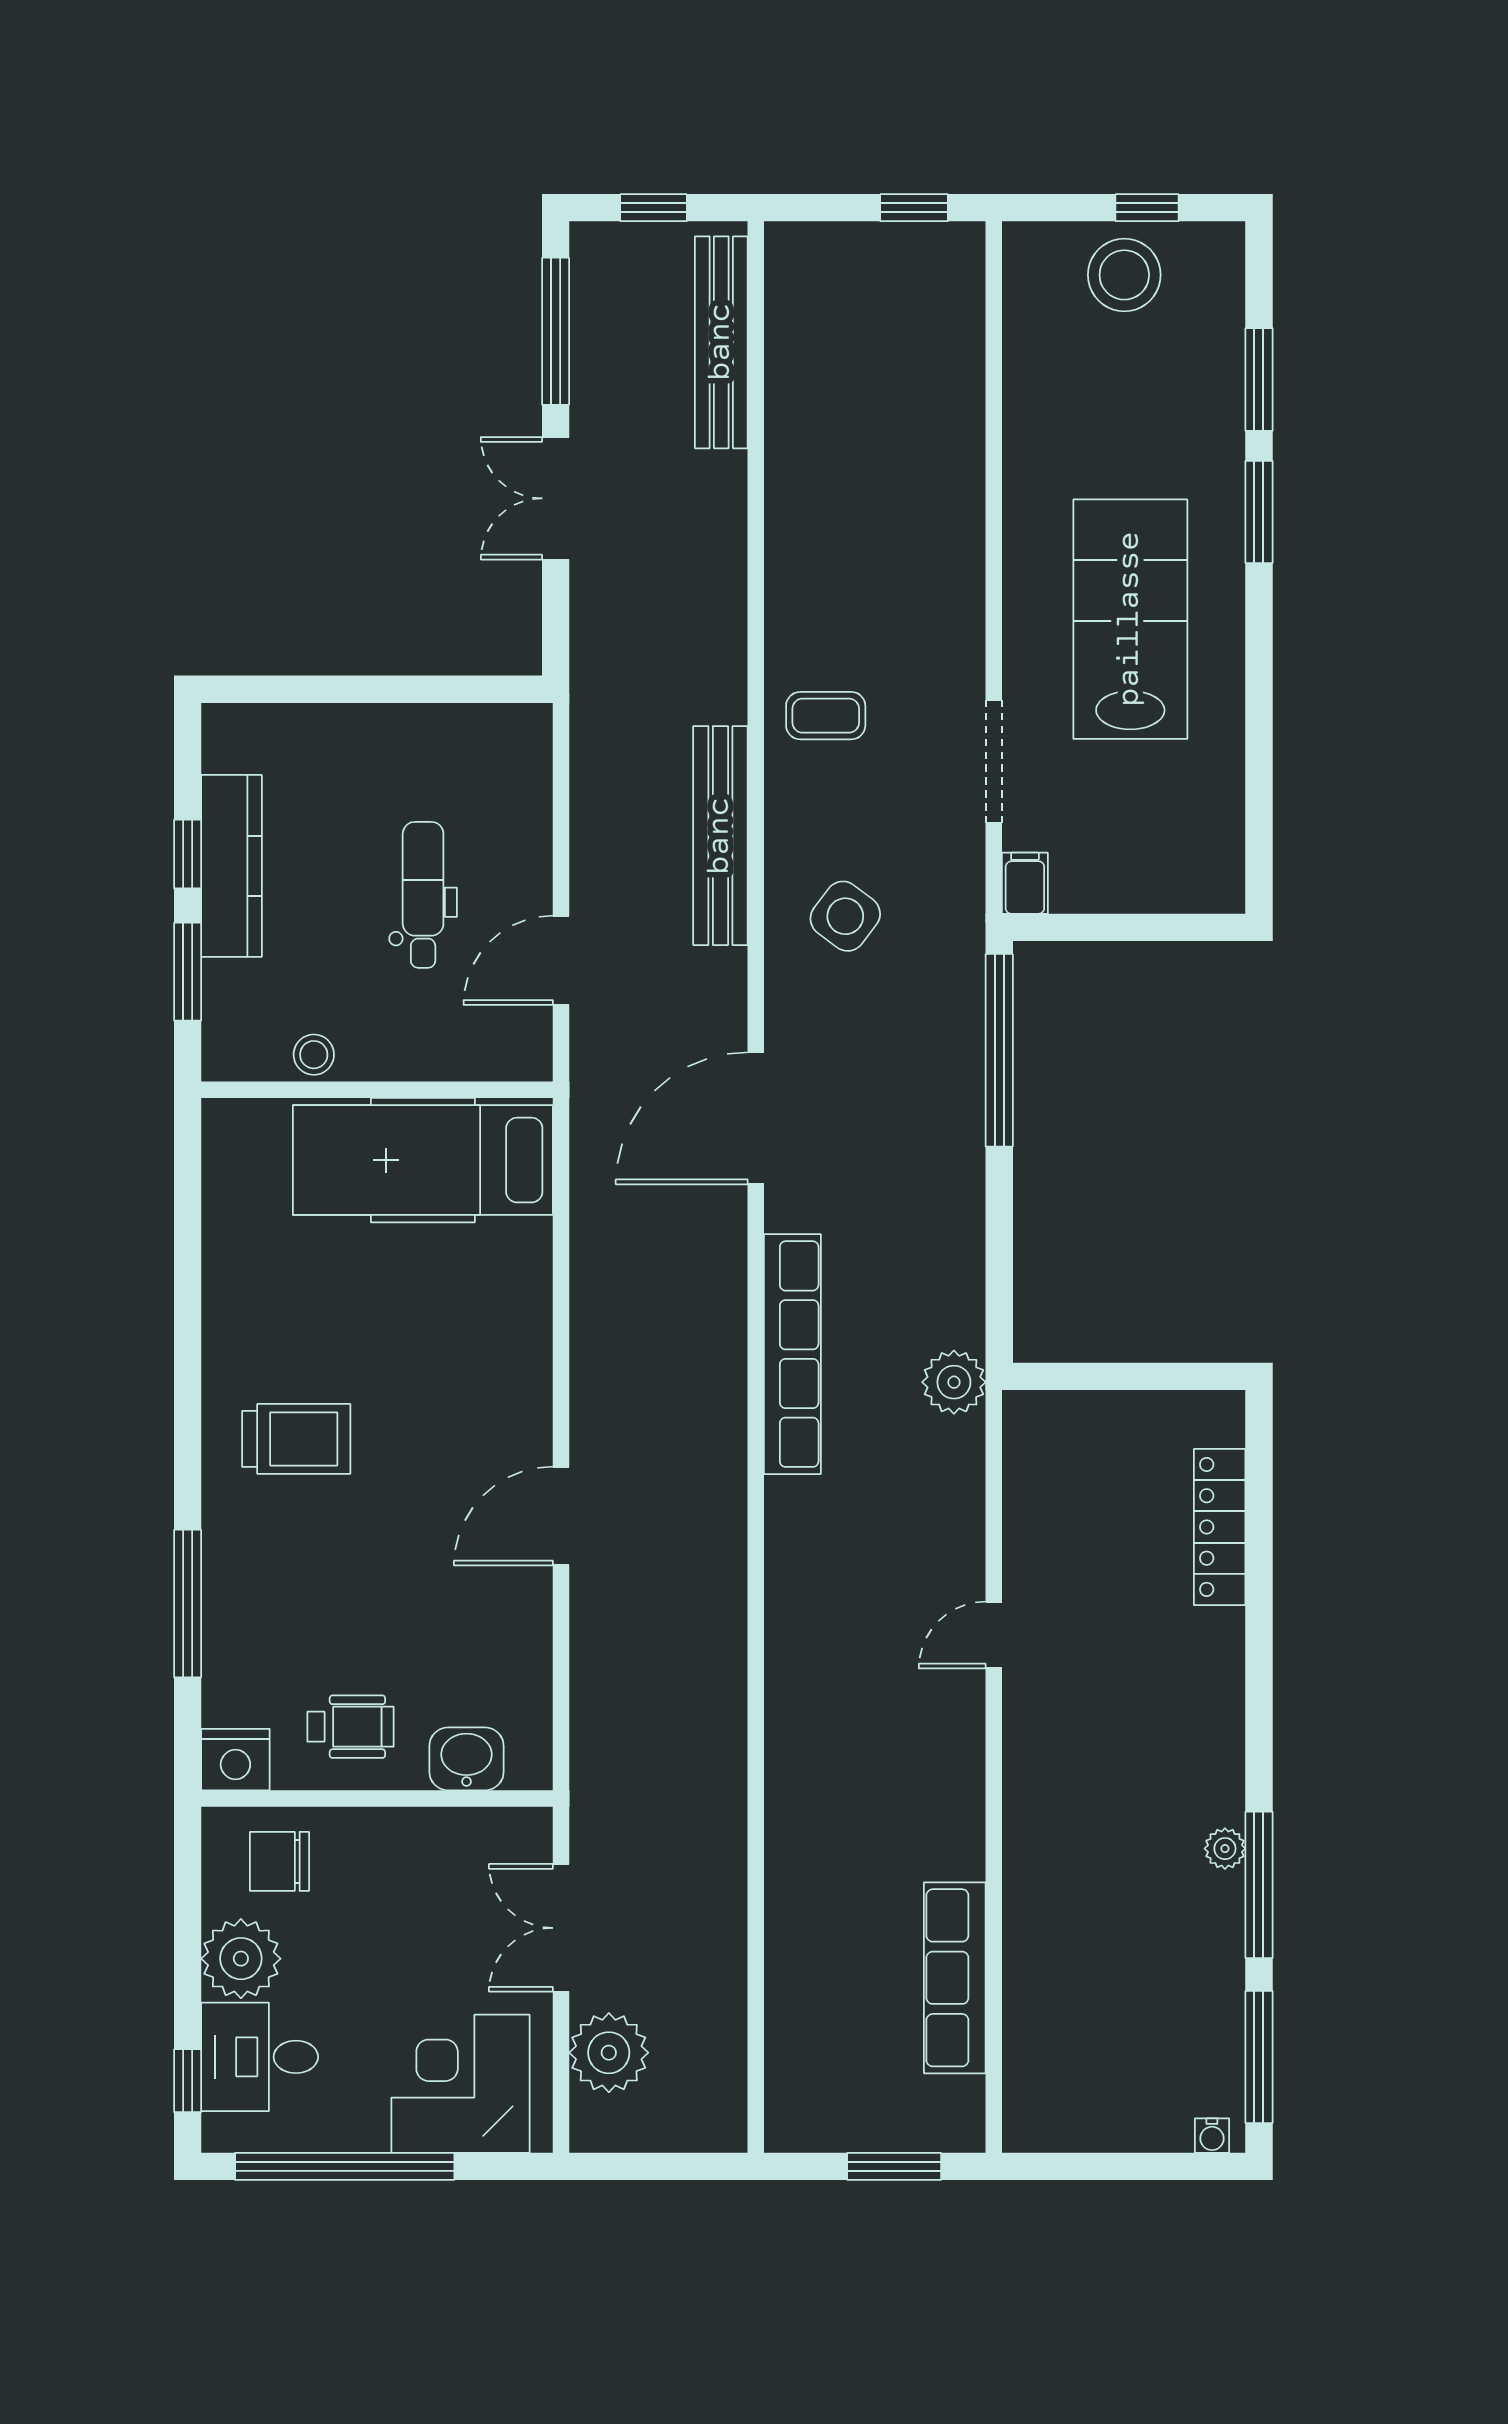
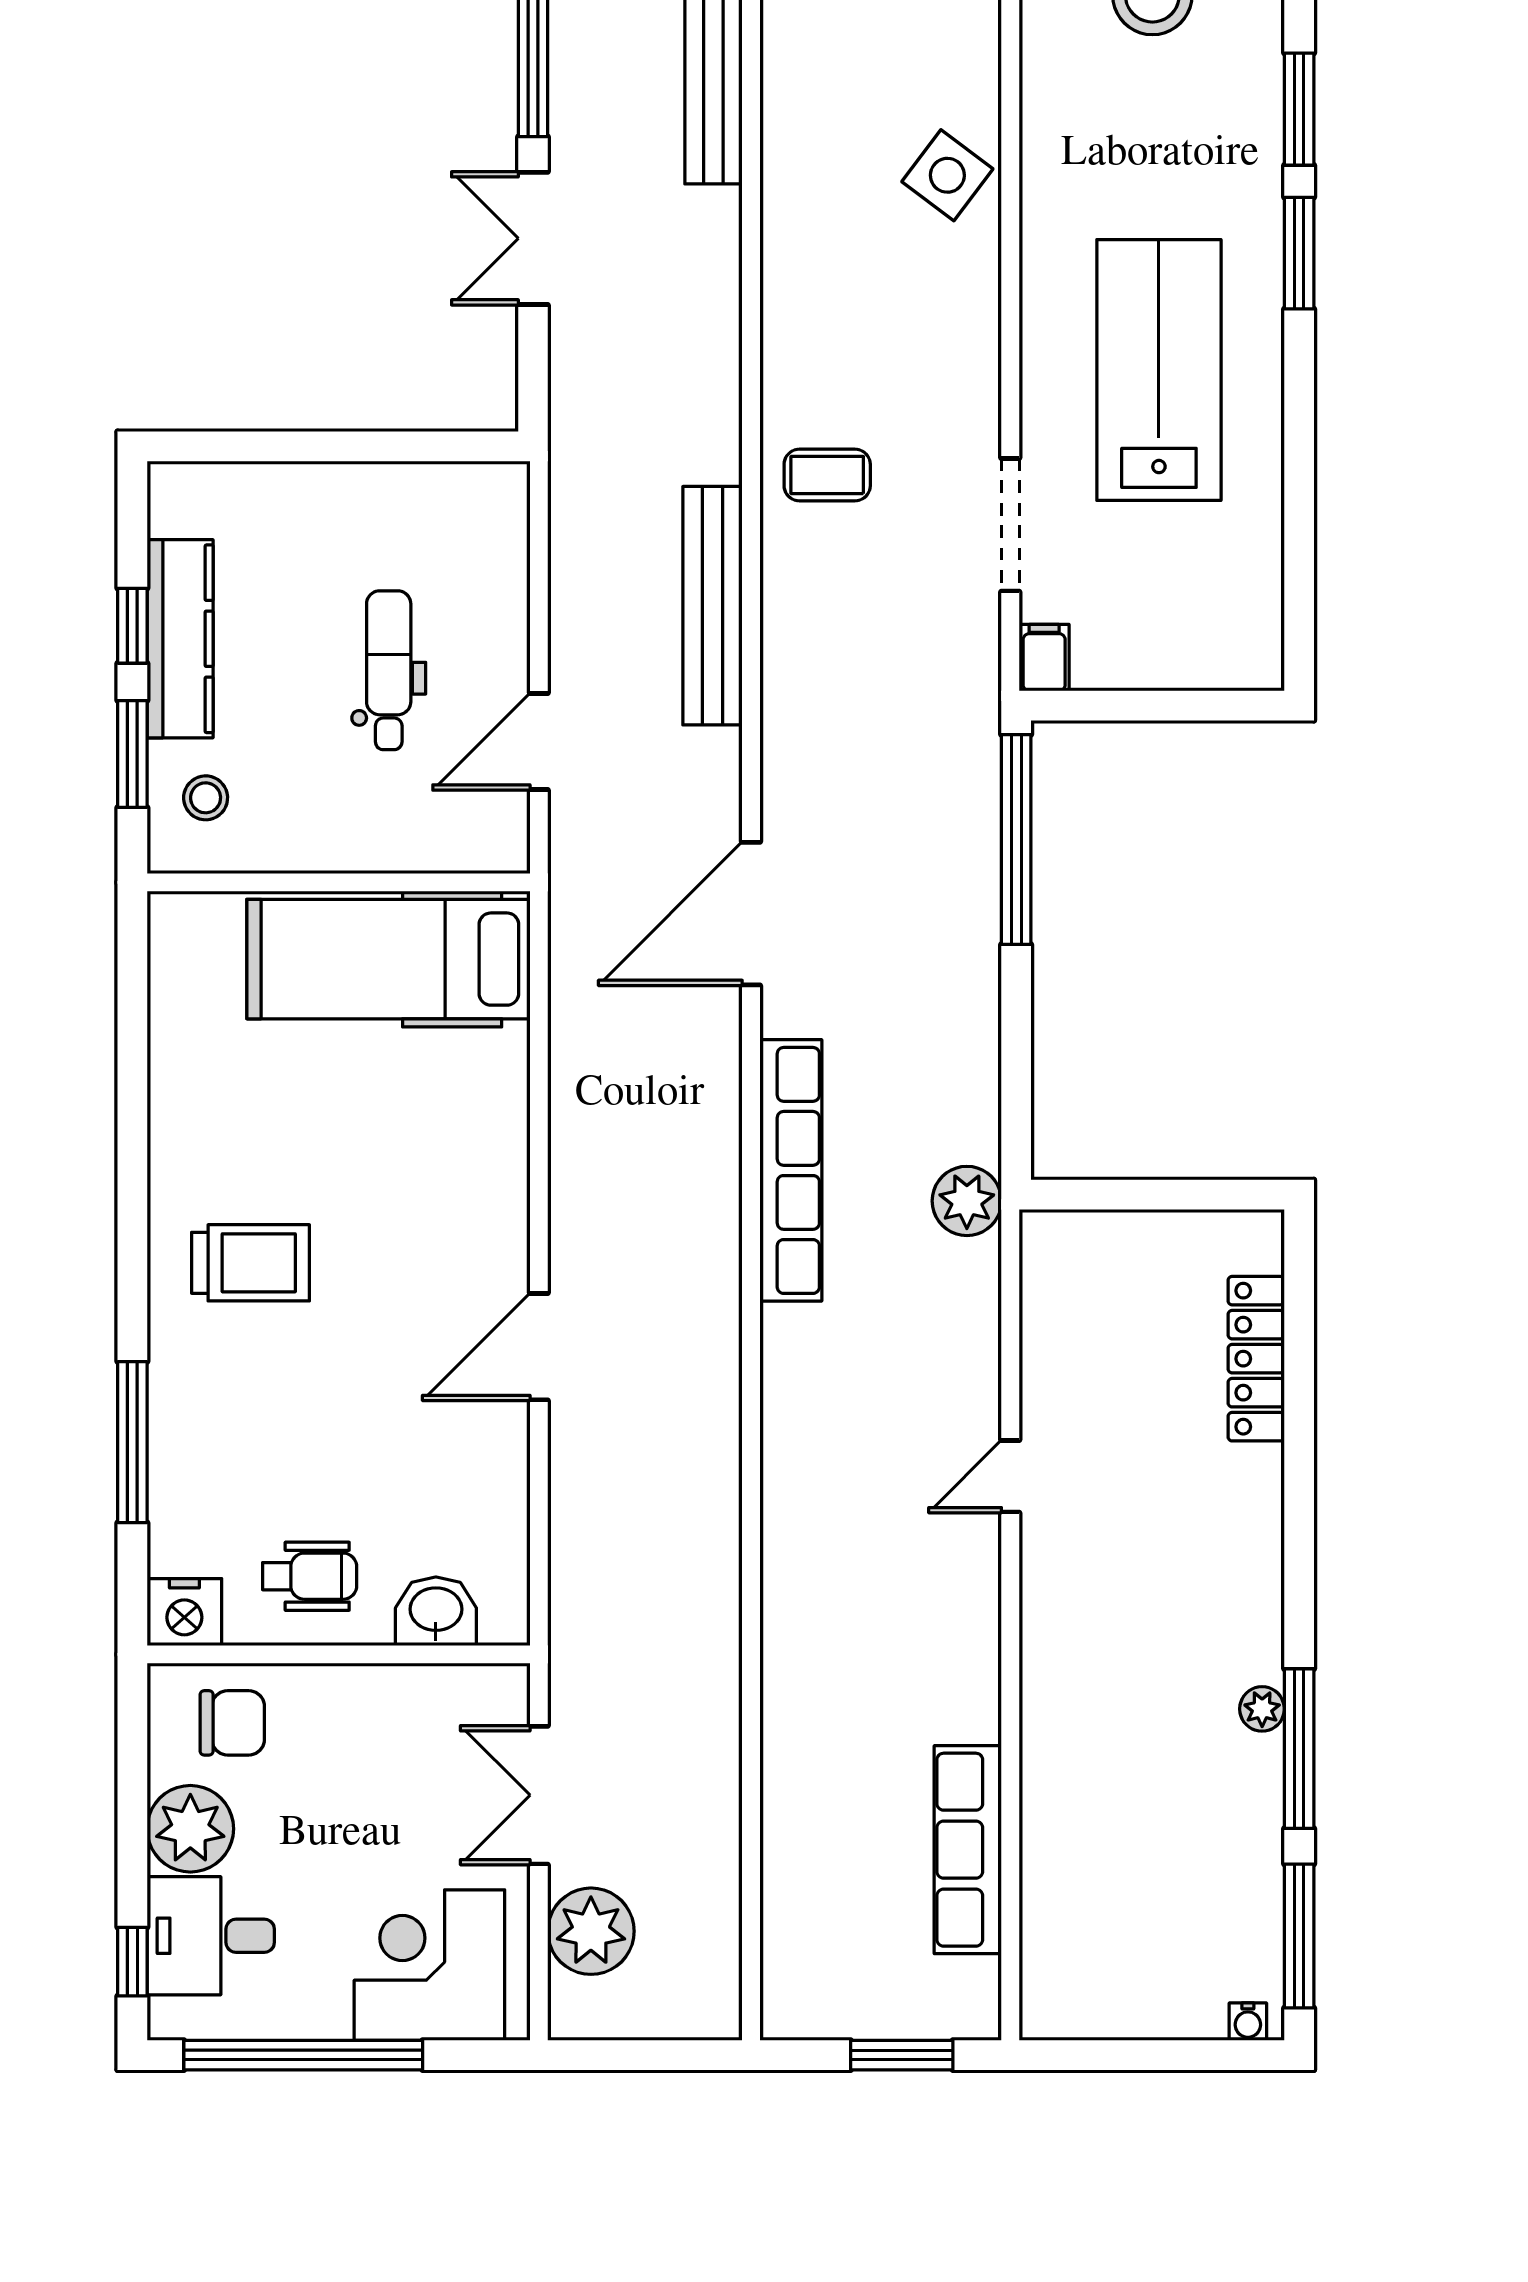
side table: (845, 916) -> (947, 175), moved
stool: (314, 1055) -> (206, 798), moved
chair: (280, 1861) -> (232, 1723), turned 180

